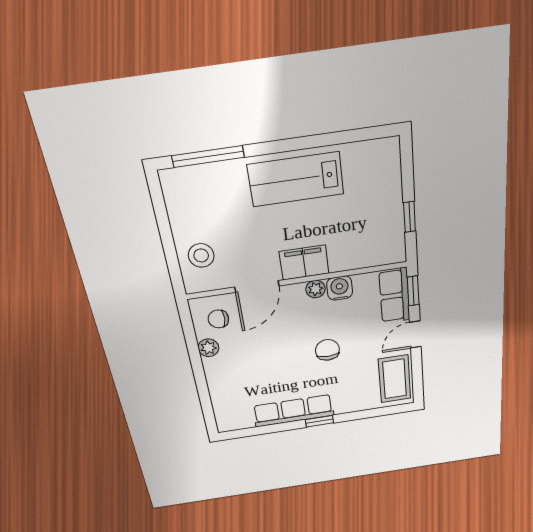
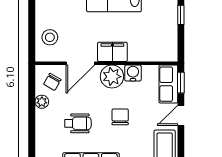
window: (410, 217) -> (181, 15), moved
plant: (316, 289) -> (112, 77), width x1.88, depth x1.88
chair: (218, 319) -> (52, 82), turned -63
wheelchair: (267, 367) -> (78, 123), added

